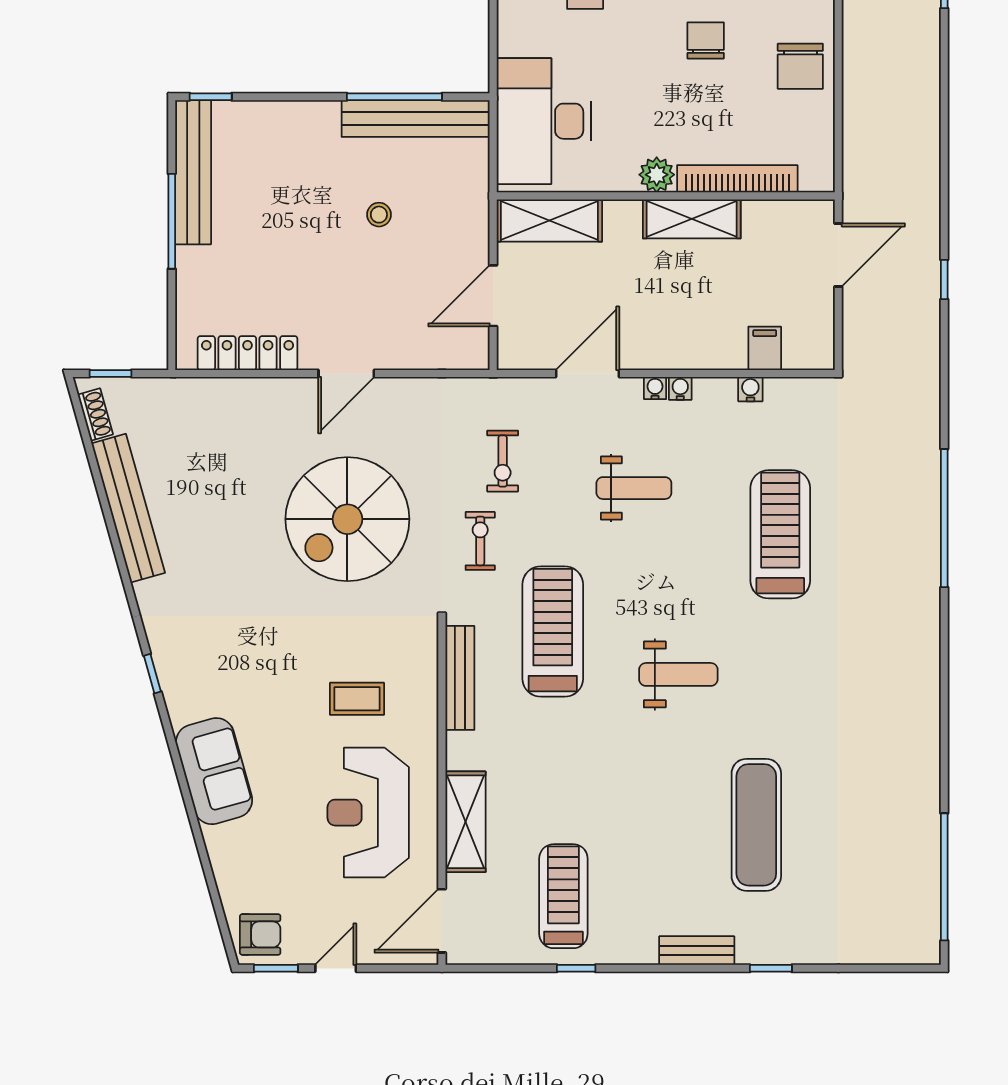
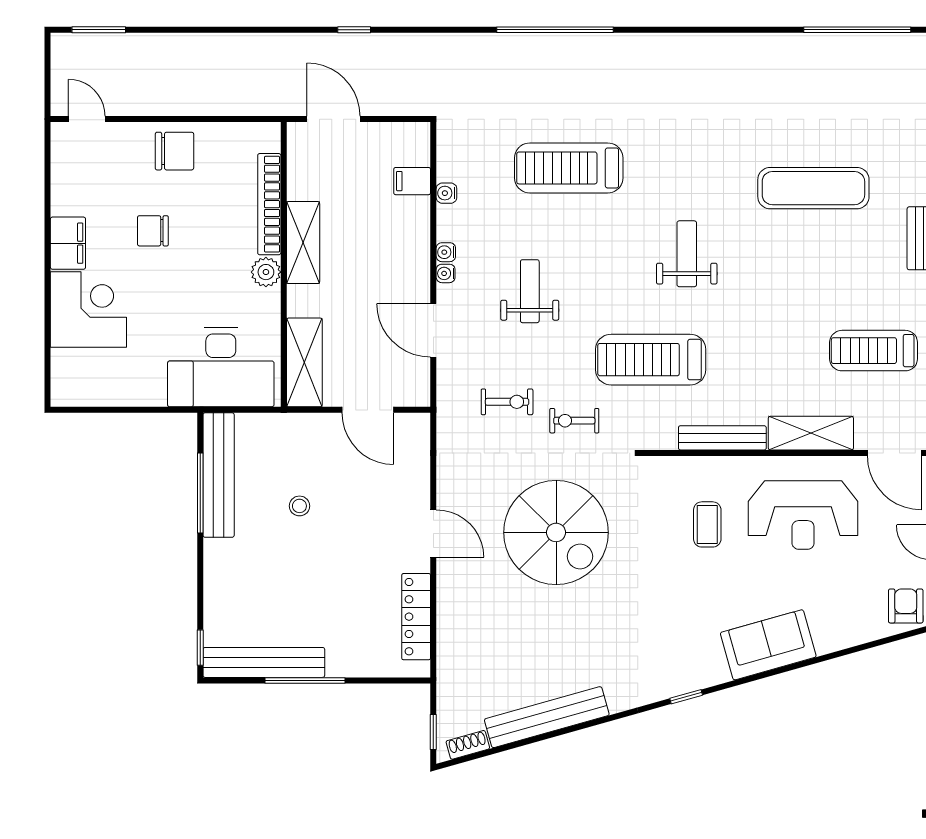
bench: (460, 678) -> (722, 438), moved

